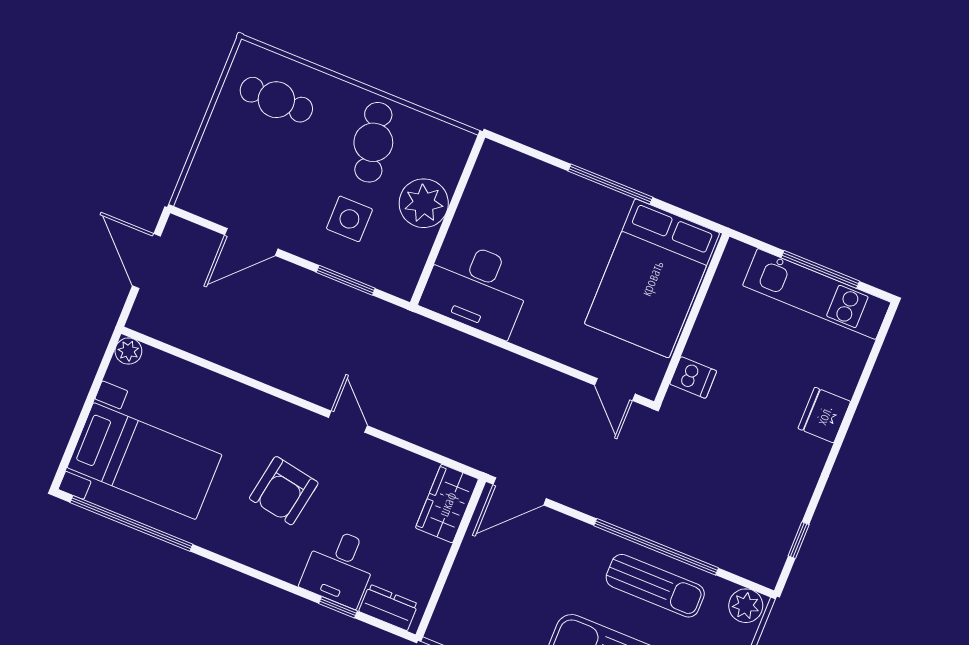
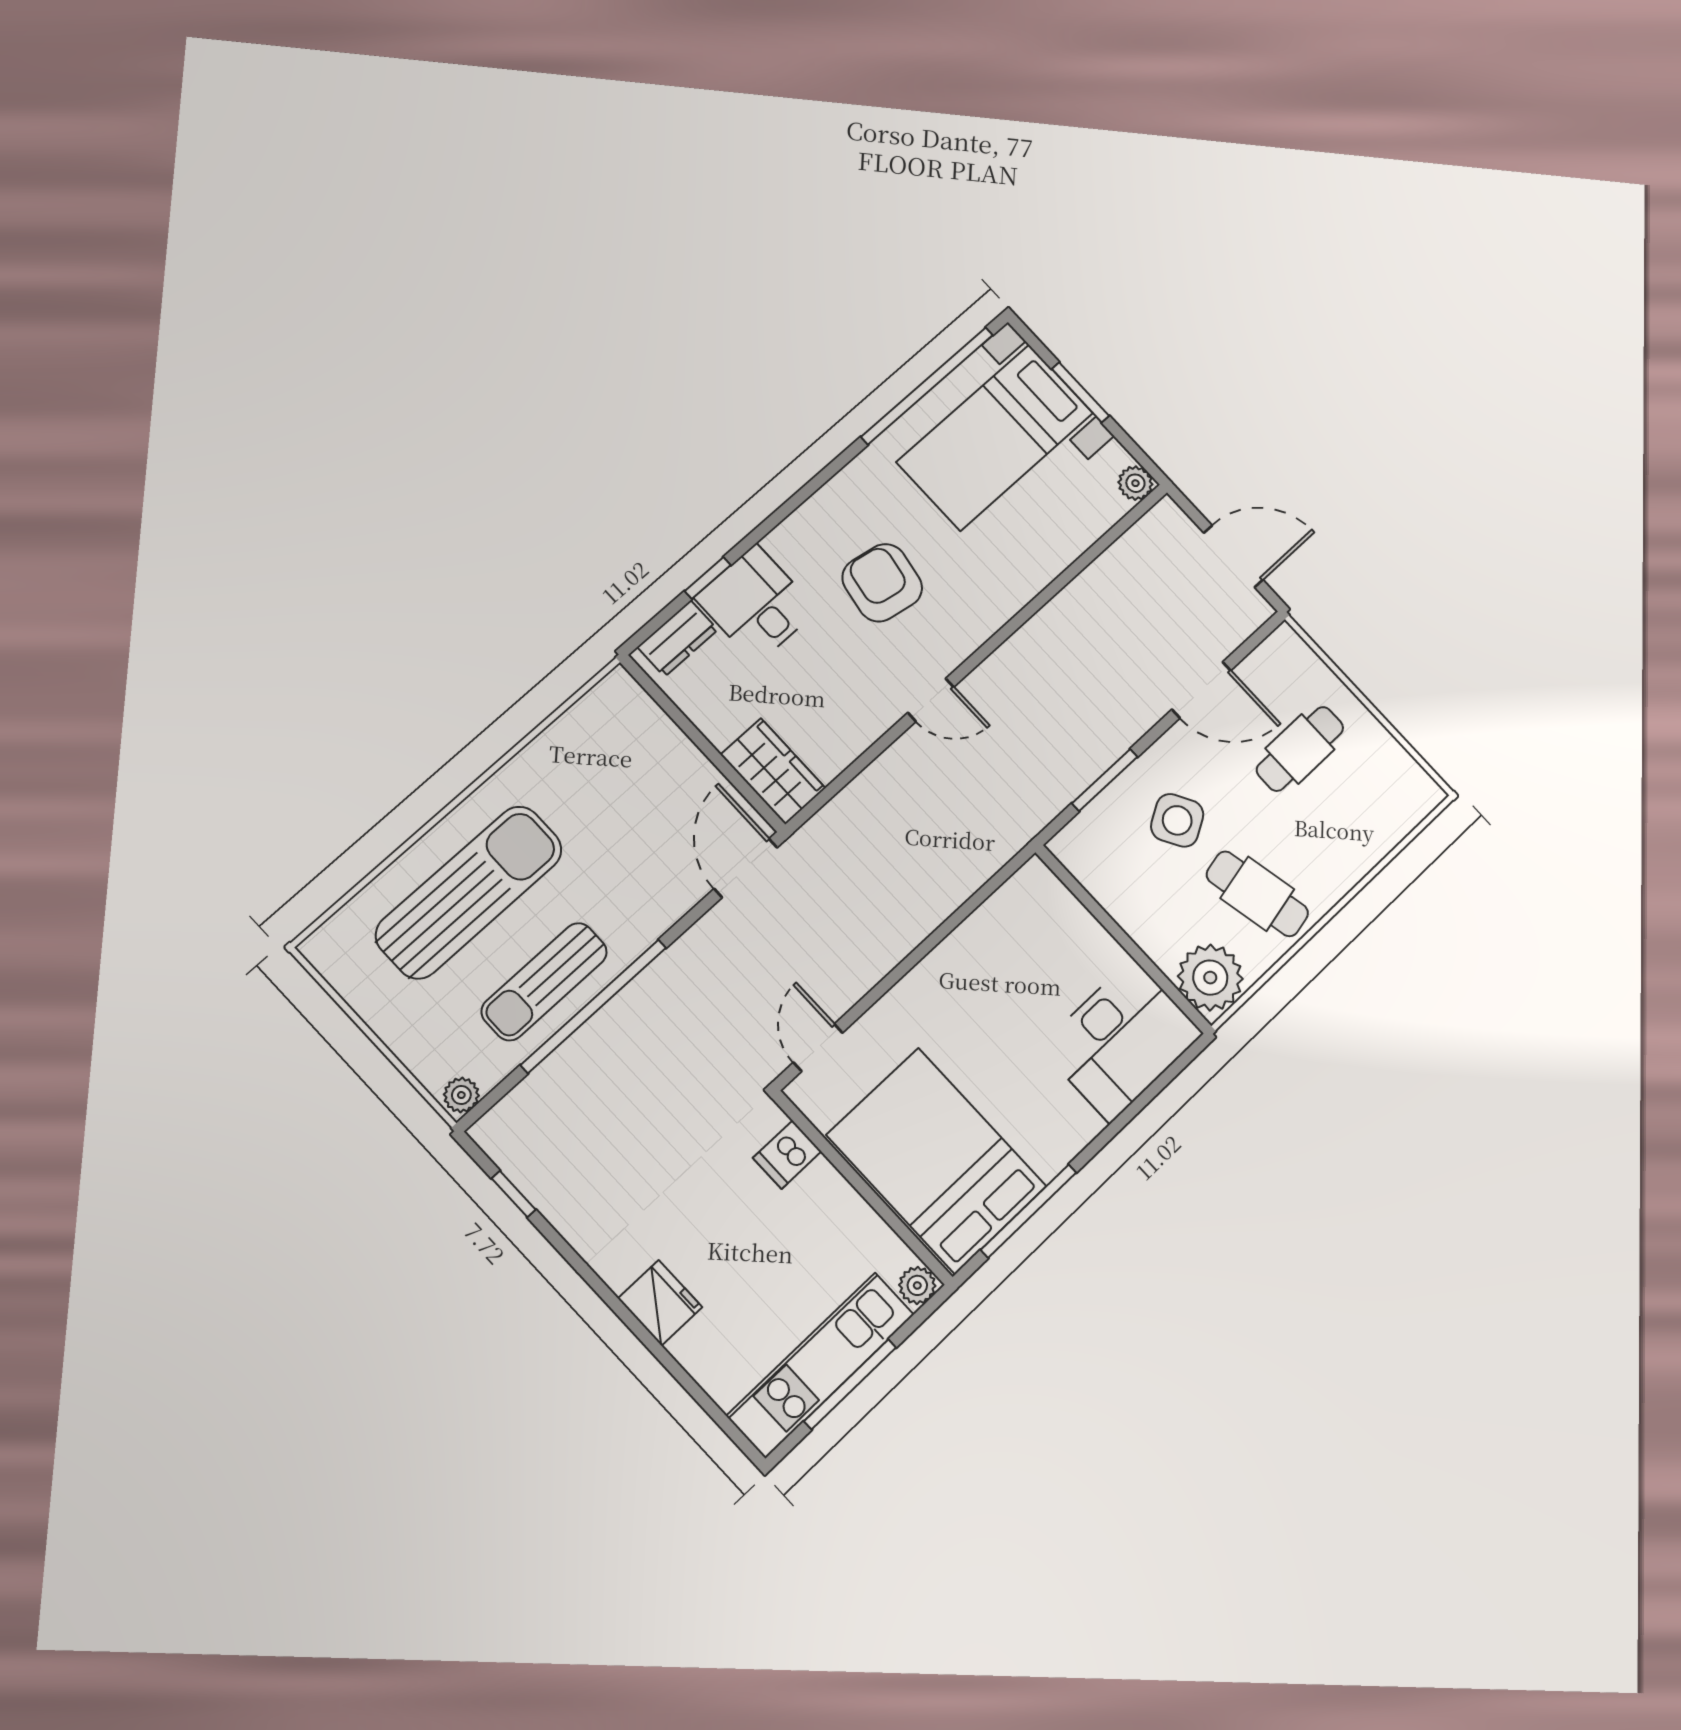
cafe table: (276, 100) -> (1300, 749), moved
window: (610, 184) -> (1029, 1211), moved
plant: (424, 203) -> (1210, 978), moved
side table: (349, 219) -> (1177, 820), turned -30
door: (251, 242) -> (1201, 690), swing flipped
plant: (738, 254) -> (917, 1285), added
desk: (477, 288) -> (1121, 1040), moved, turned 180
door: (615, 390) -> (818, 1048), hinge flipped
window: (83, 417) -> (1080, 392), added
plant: (746, 606) -> (461, 1095), width x0.73, depth x0.73

